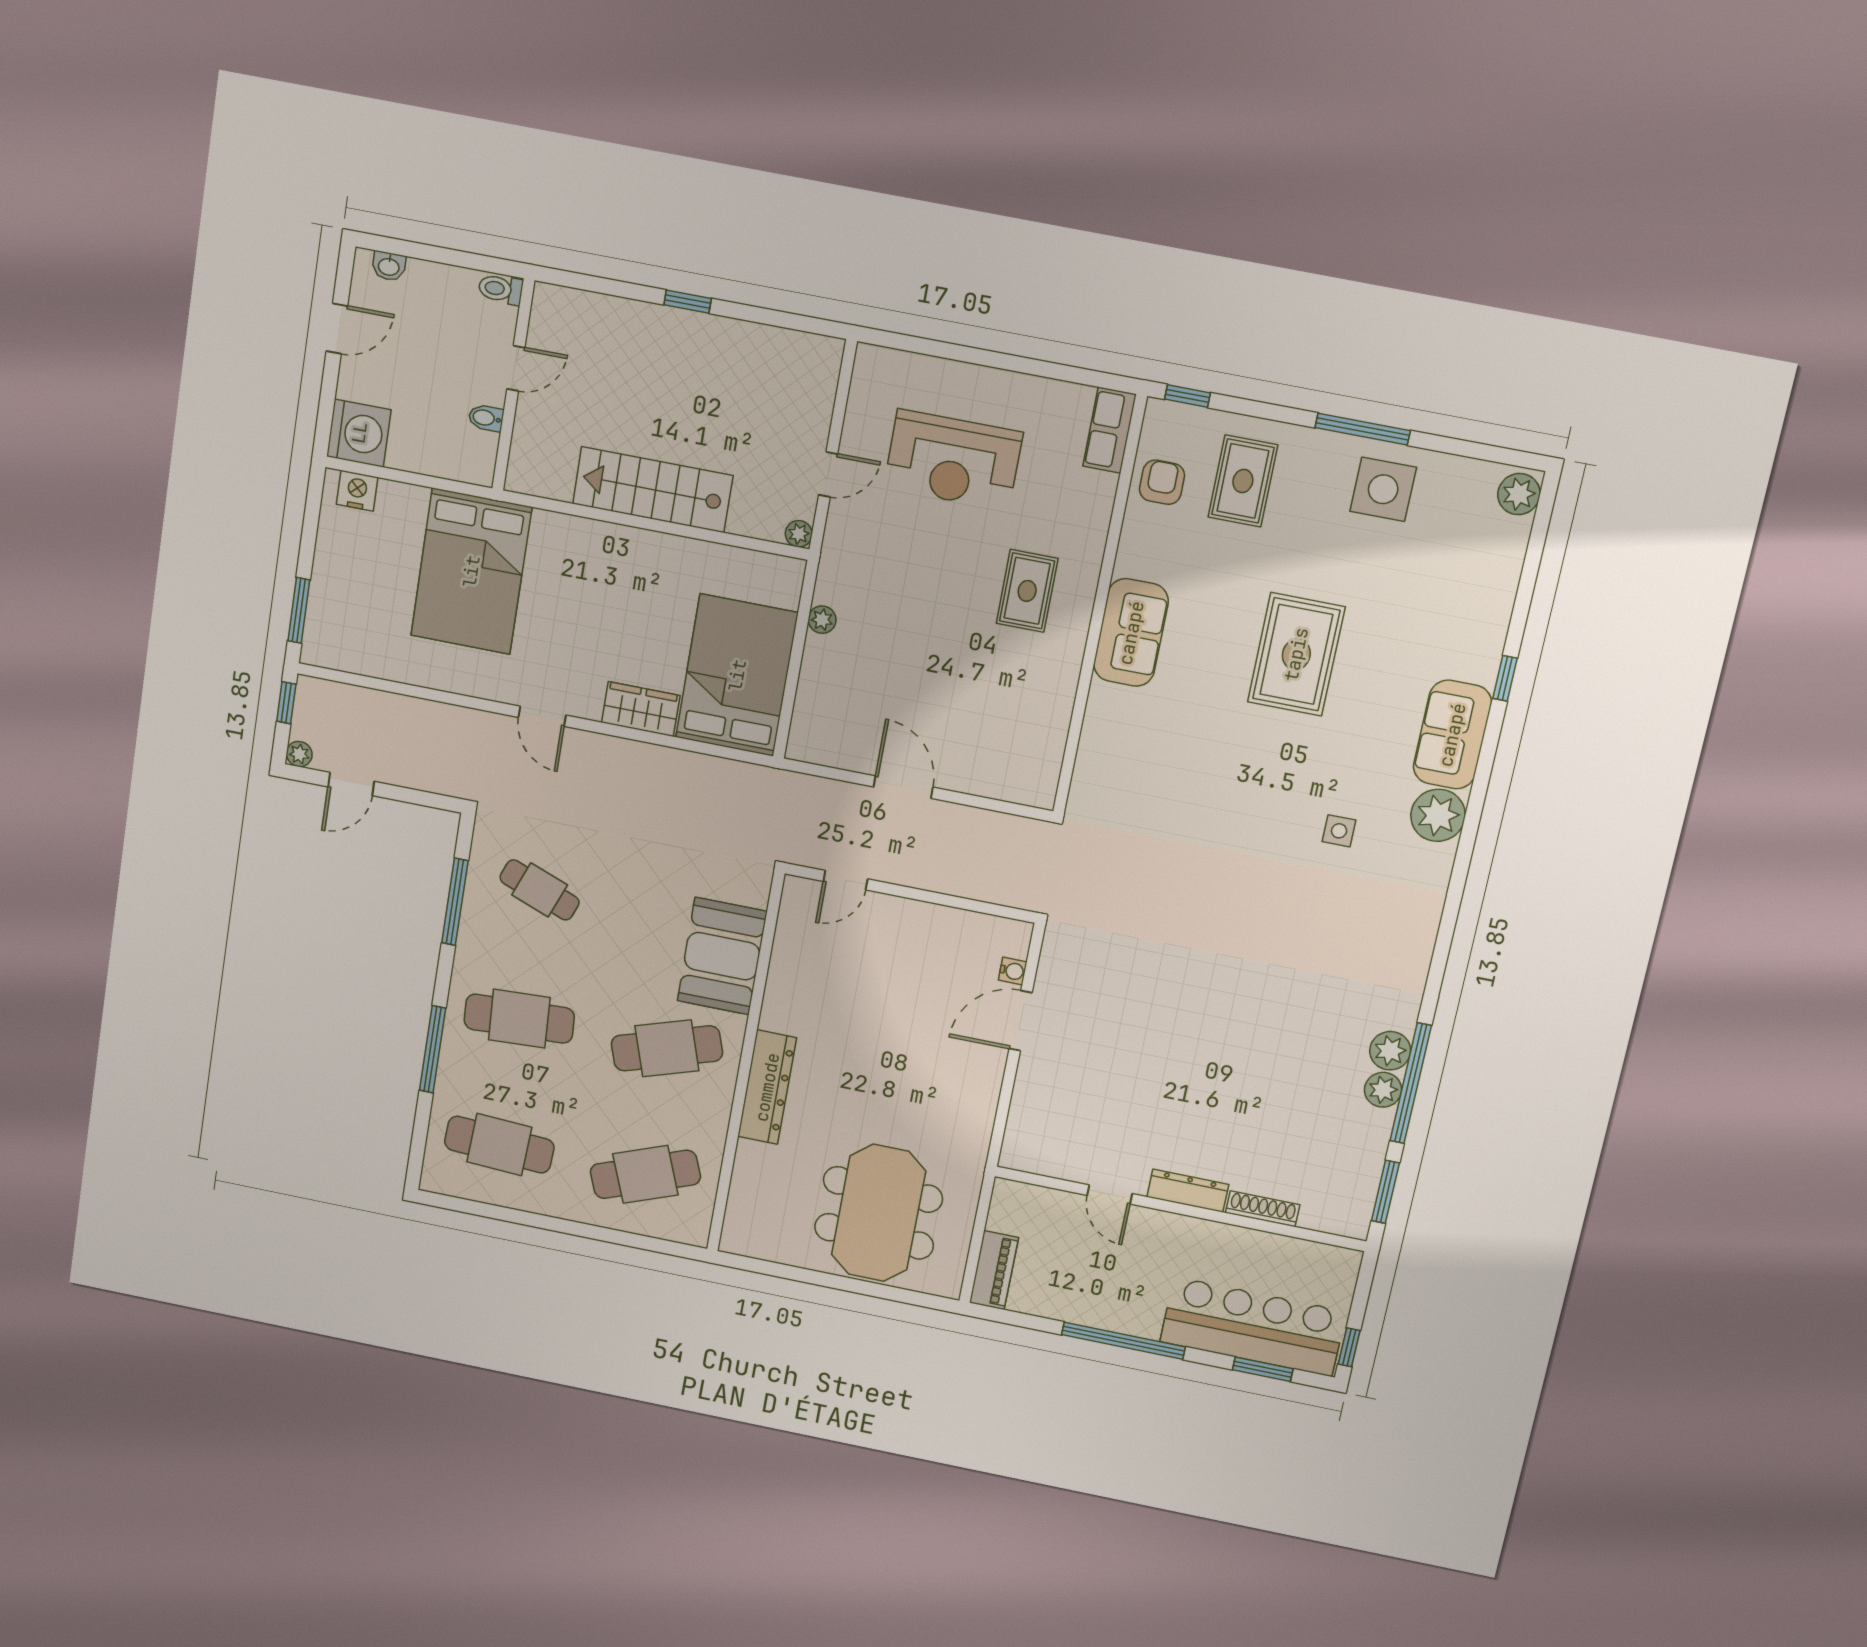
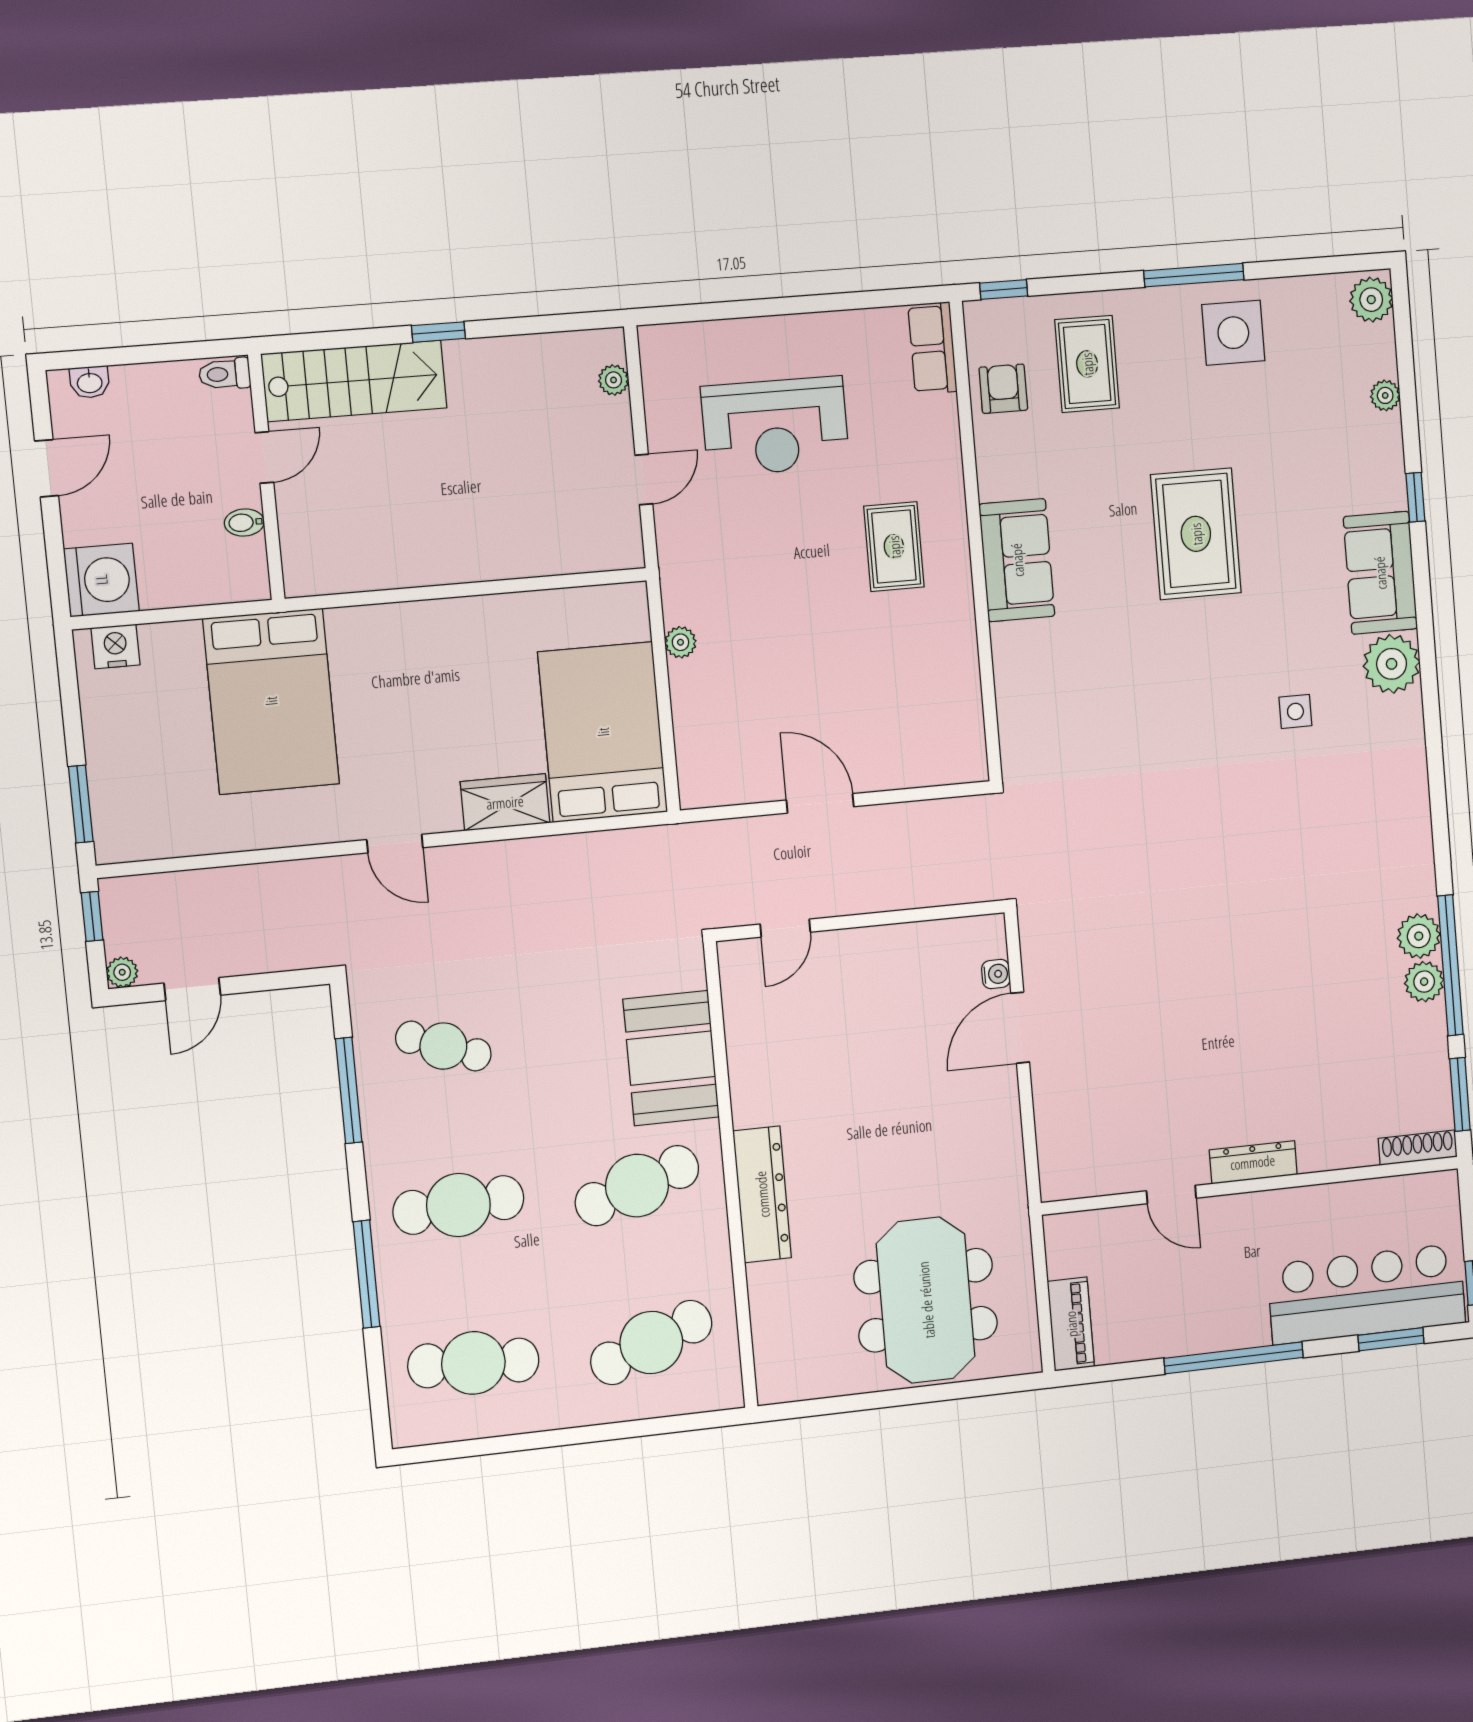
stairs: (653, 490) -> (354, 381), moved, turned 180
plant: (799, 534) -> (614, 380), moved
plant: (1505, 582) -> (1385, 395), added
shoe rack: (1263, 1209) -> (1418, 1148), moved

